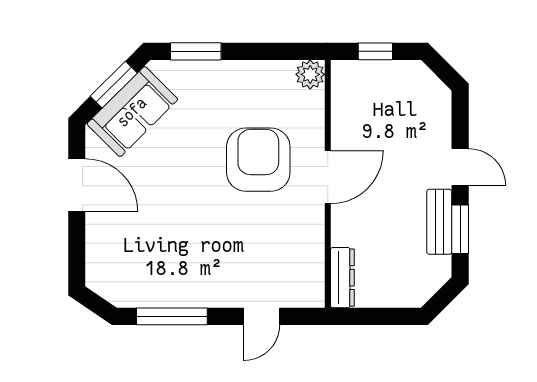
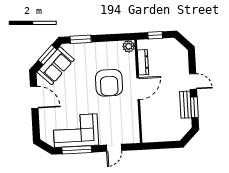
armchair: (258, 160) -> (109, 83), turned 180
corner sofa: (172, 270) -> (76, 131), added
dresser: (342, 278) -> (143, 62), moved

